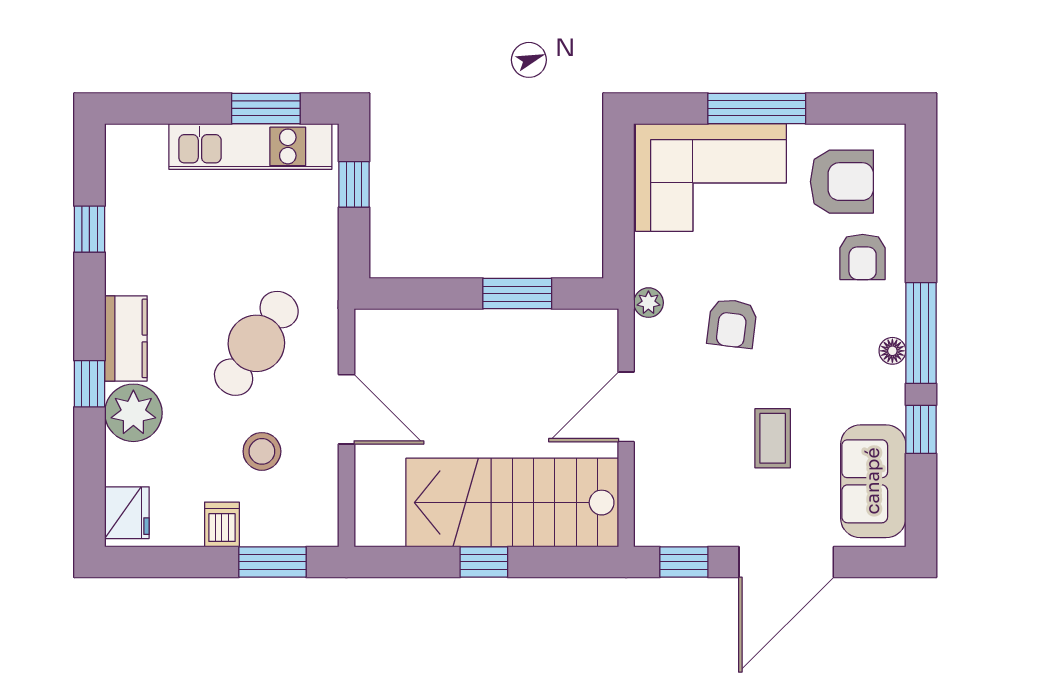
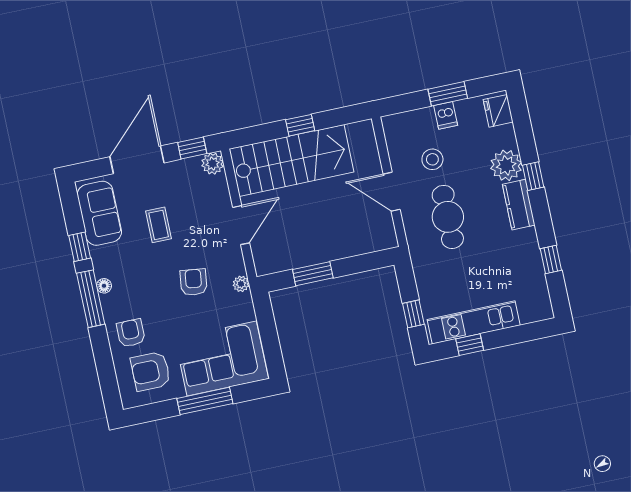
window: (266, 108) -> (470, 345), width x0.67
cafe table: (256, 343) -> (448, 217), turned -34
plant: (654, 527) -> (213, 164), added
window: (273, 562) -> (448, 94), moved

